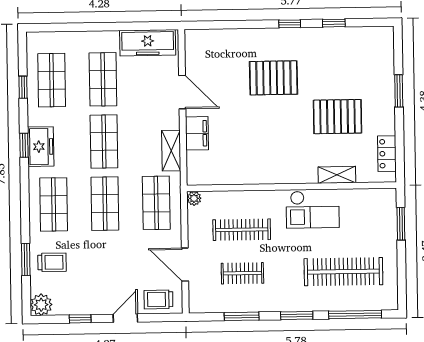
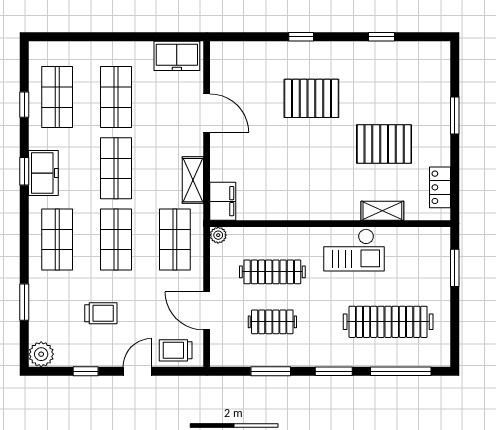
window: (290, 24) -> (301, 37), moved
freezer: (148, 43) -> (177, 56), width x0.71
filing cabinet: (197, 133) -> (223, 201), moved
trolley: (52, 262) -> (101, 313), moved

